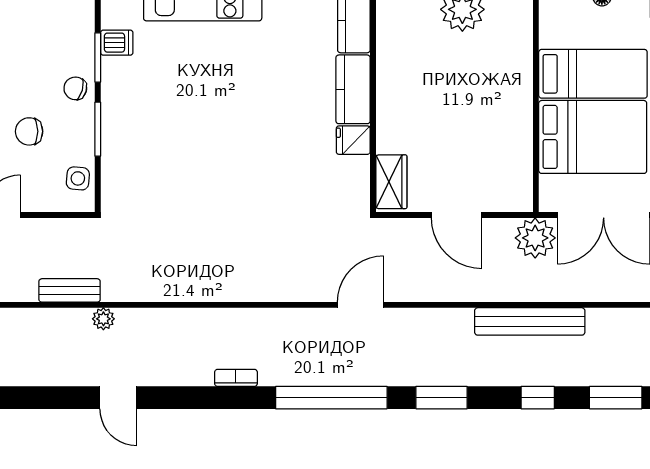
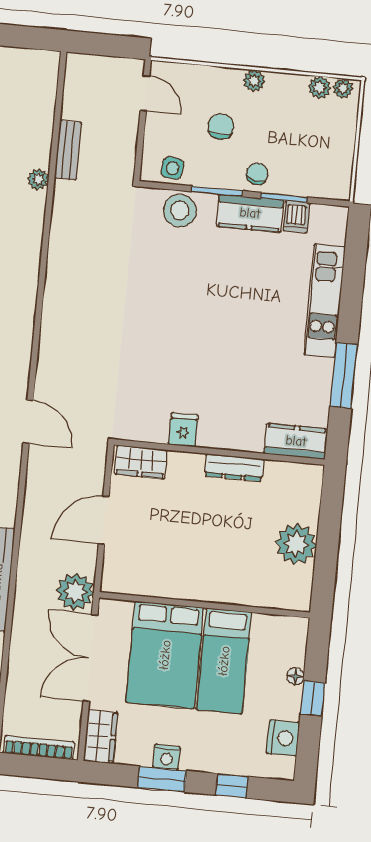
dresser: (388, 83) -> (234, 468), added
kitchen counter: (353, 89) -> (250, 213), moved, turned 180
stool: (122, 166) -> (180, 211), added

